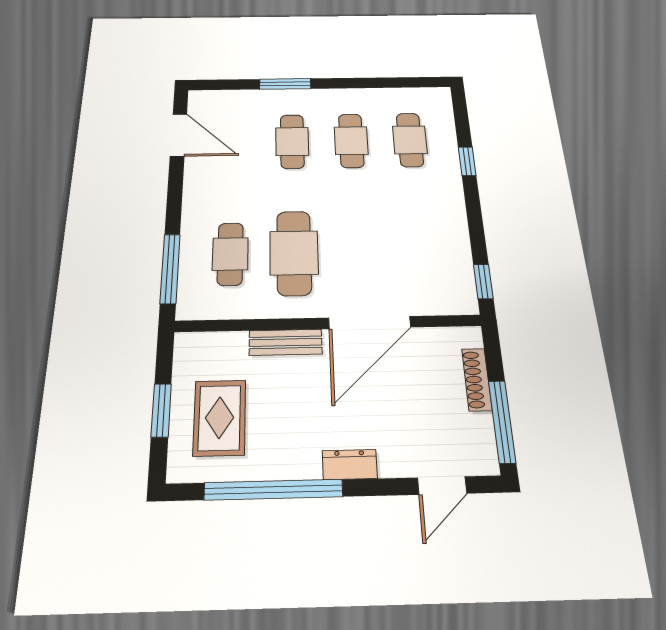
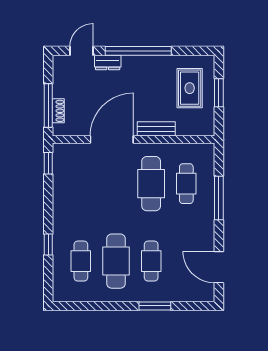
cafe table: (351, 141) -> (116, 261), width x1.37, depth x1.35
window: (170, 269) -> (219, 198), moved
shoe rack: (477, 379) -> (58, 111), width x0.70
window: (502, 421) -> (48, 105), moved
dresser: (350, 464) -> (108, 62), moved
window: (273, 490) -> (138, 51), moved

